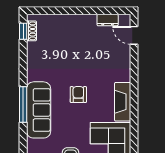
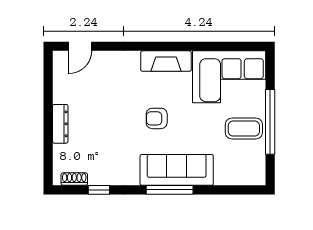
dresser: (108, 20) -> (60, 124), moved, width x1.44
window: (23, 31) -> (99, 190), moved

